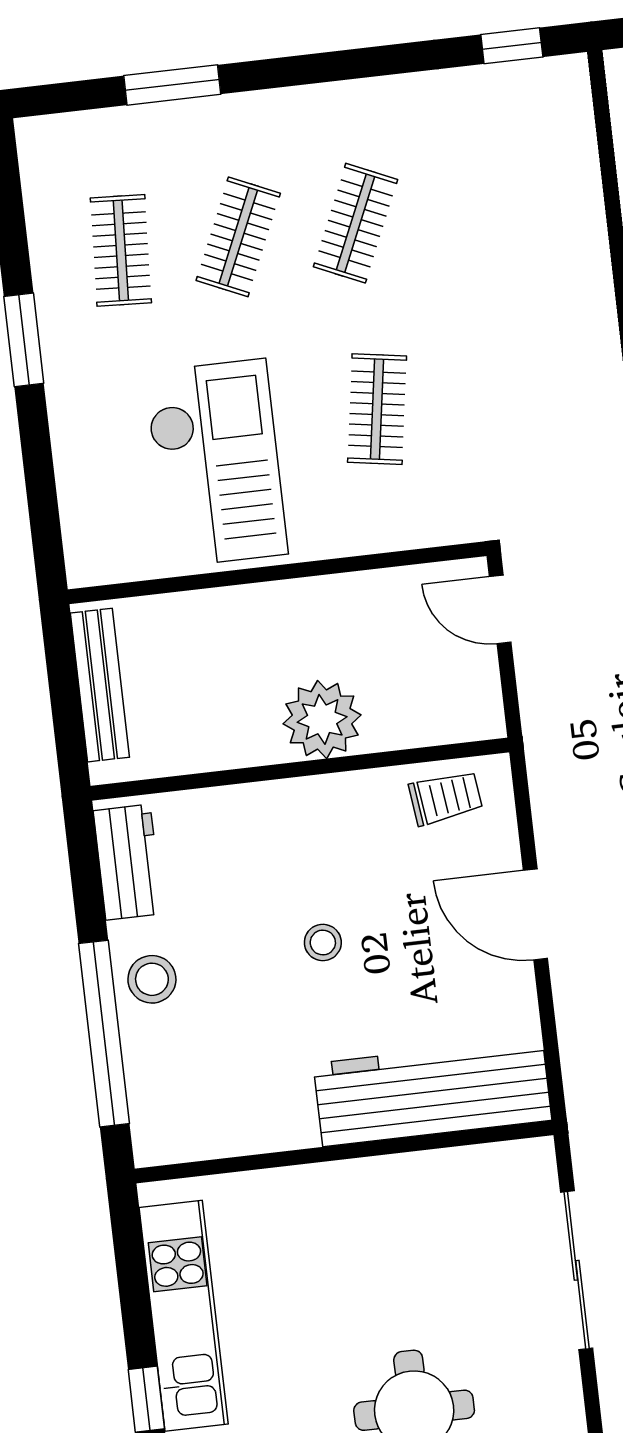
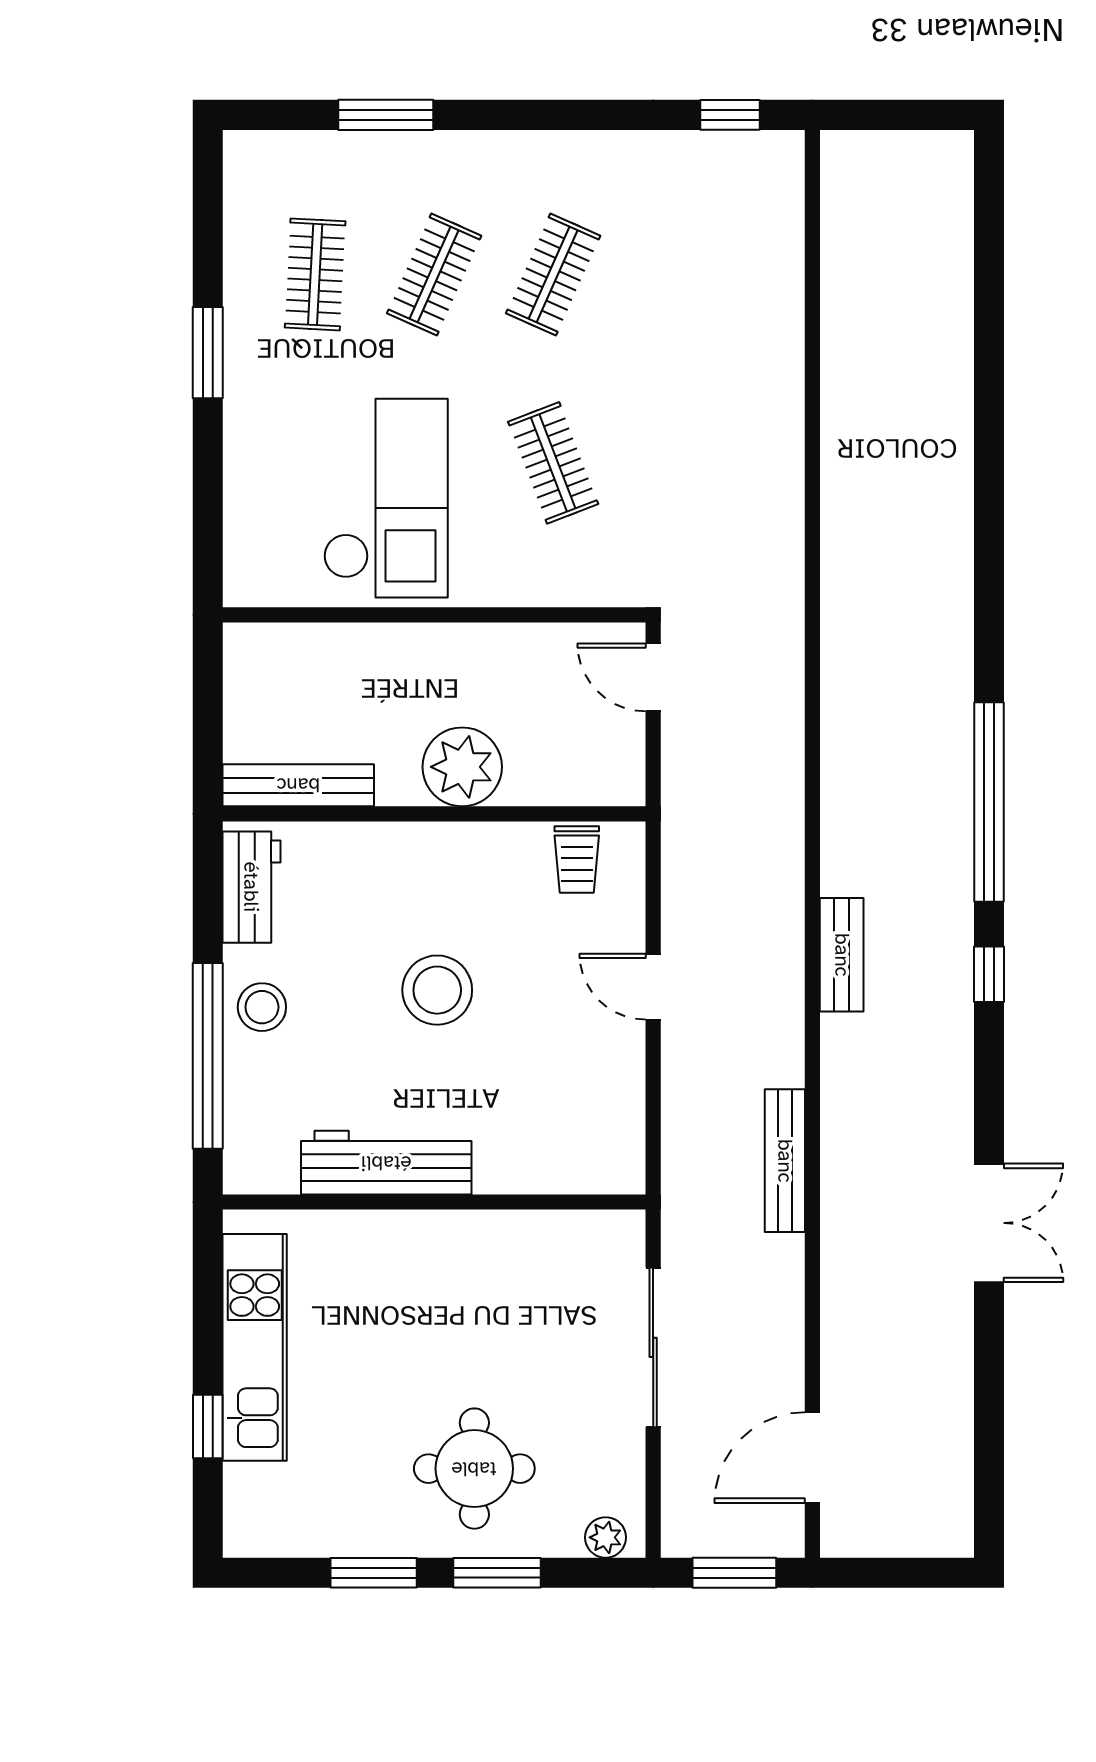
clothes rail: (377, 409) -> (553, 463), turned -30
bench: (100, 685) -> (298, 785), moved, turned 90
trolley: (446, 798) -> (577, 860), turned 97
door: (535, 914) -> (653, 987), width x0.73
stool: (323, 942) -> (437, 990), width x1.89, depth x1.89
workbench: (432, 1092) -> (386, 1163), moved, width x0.73, depth x0.76

